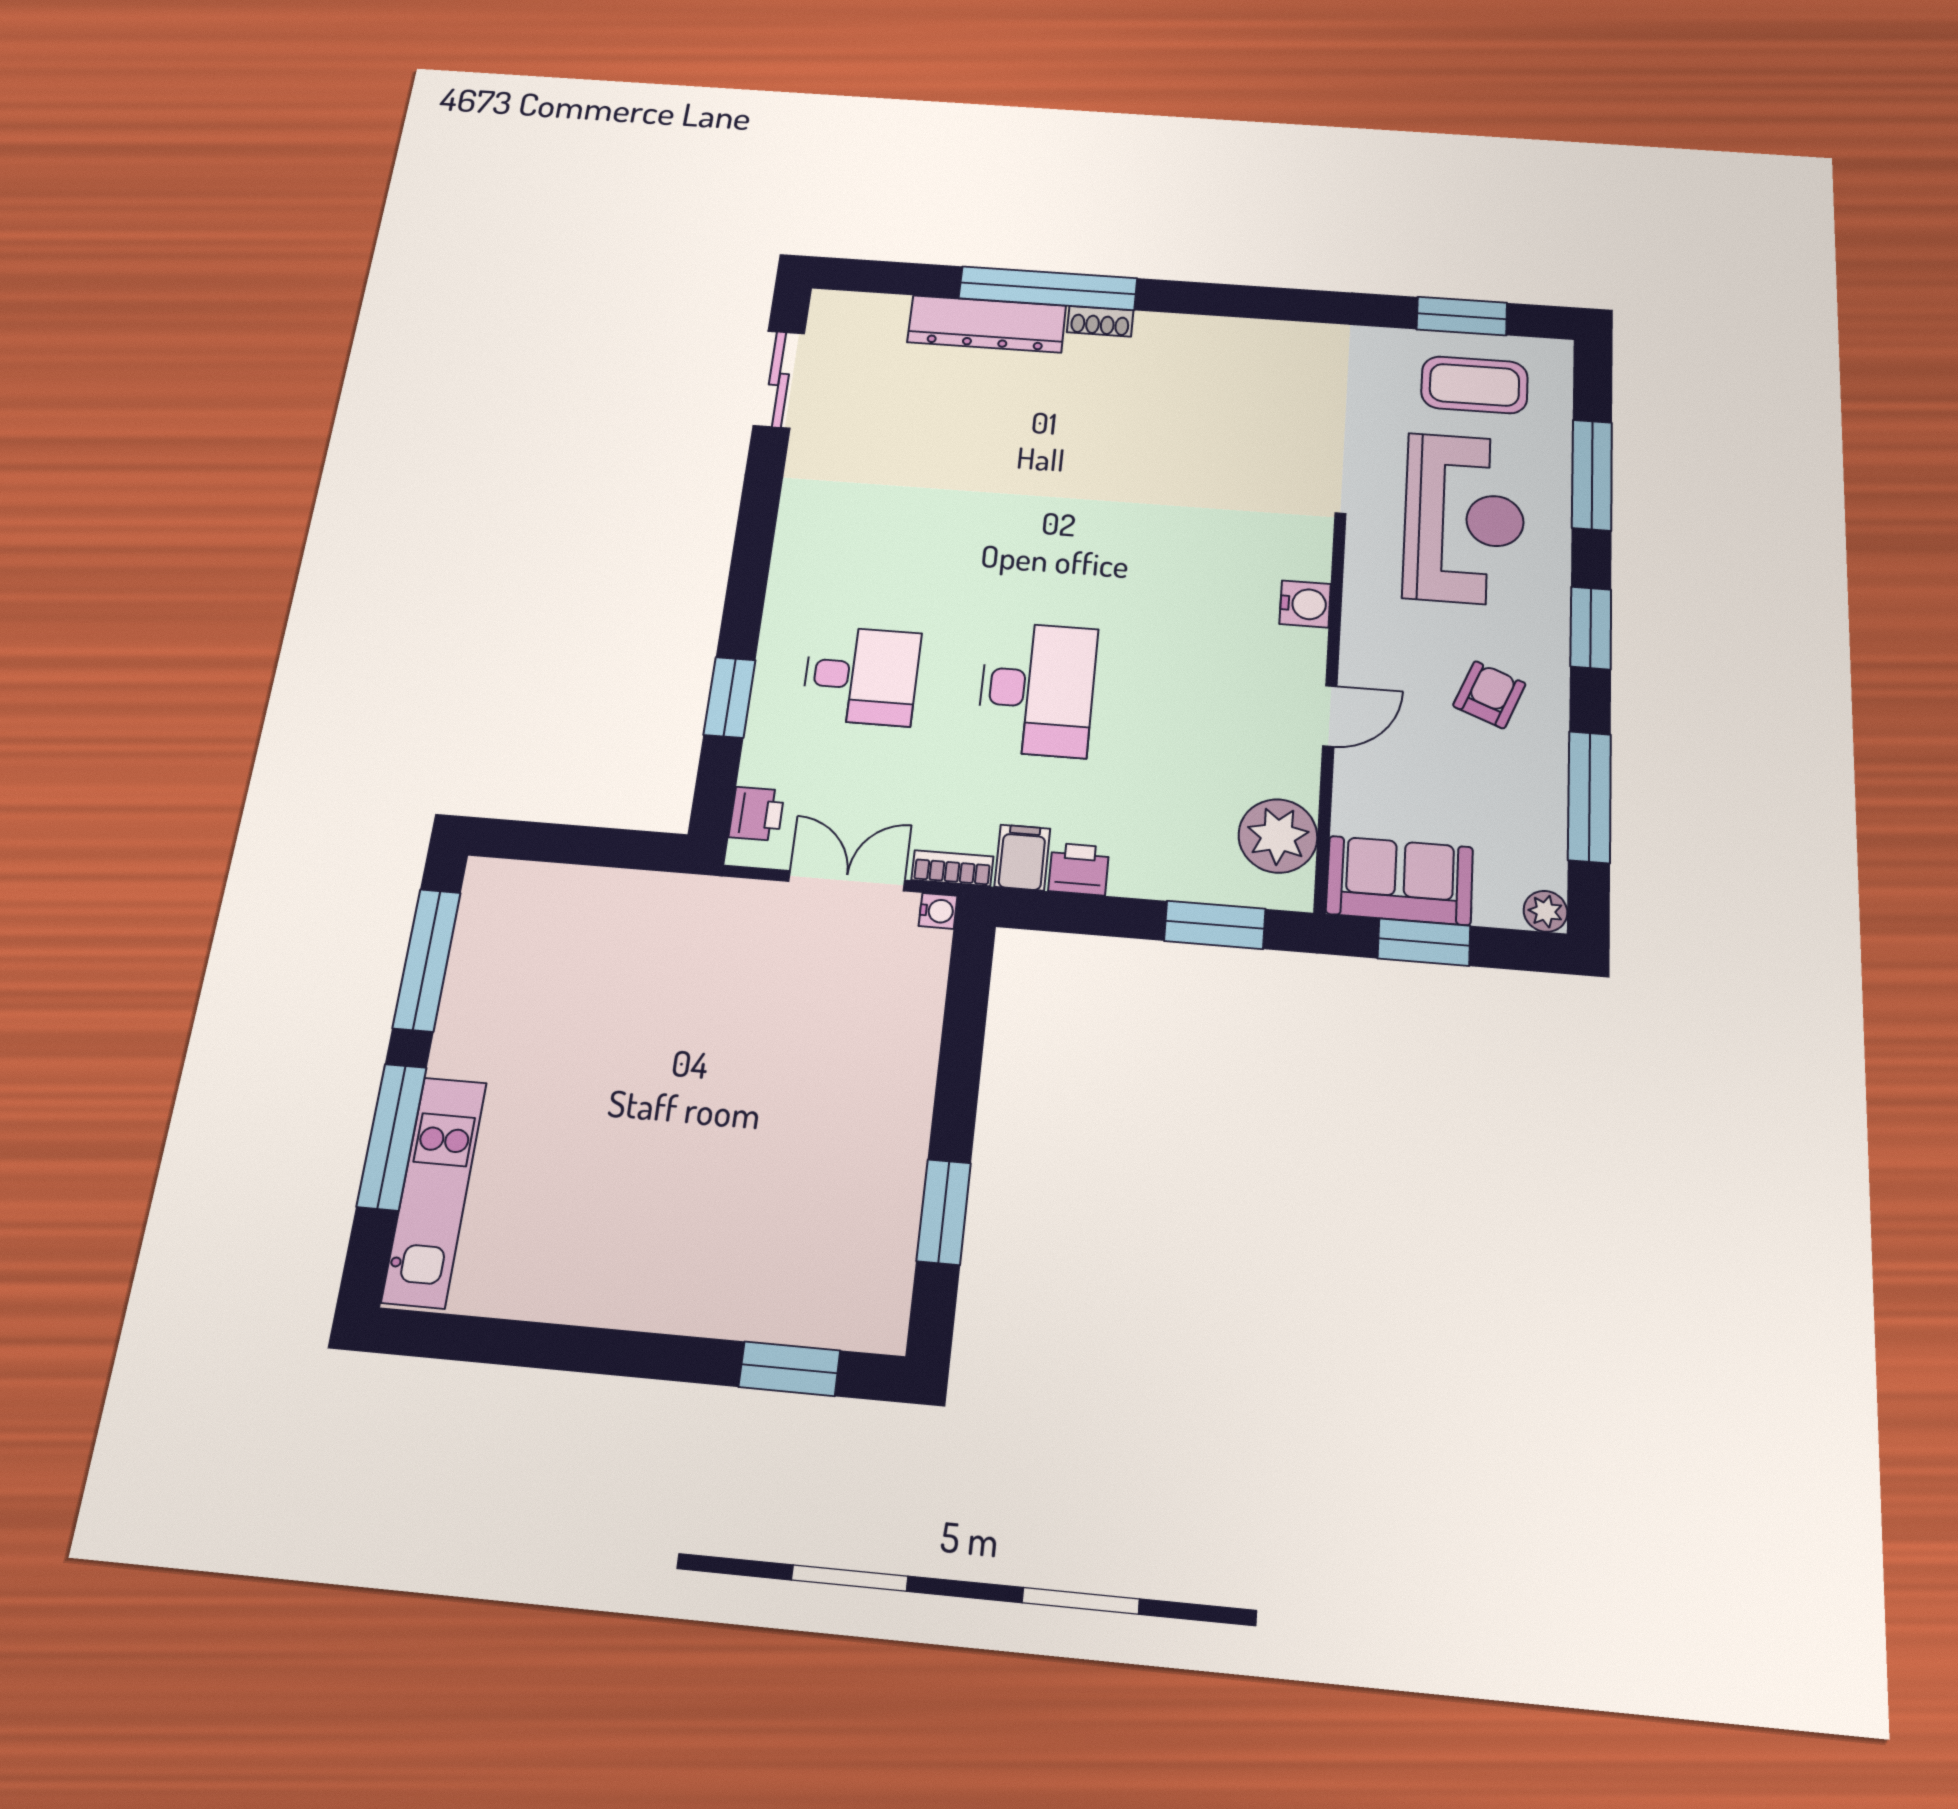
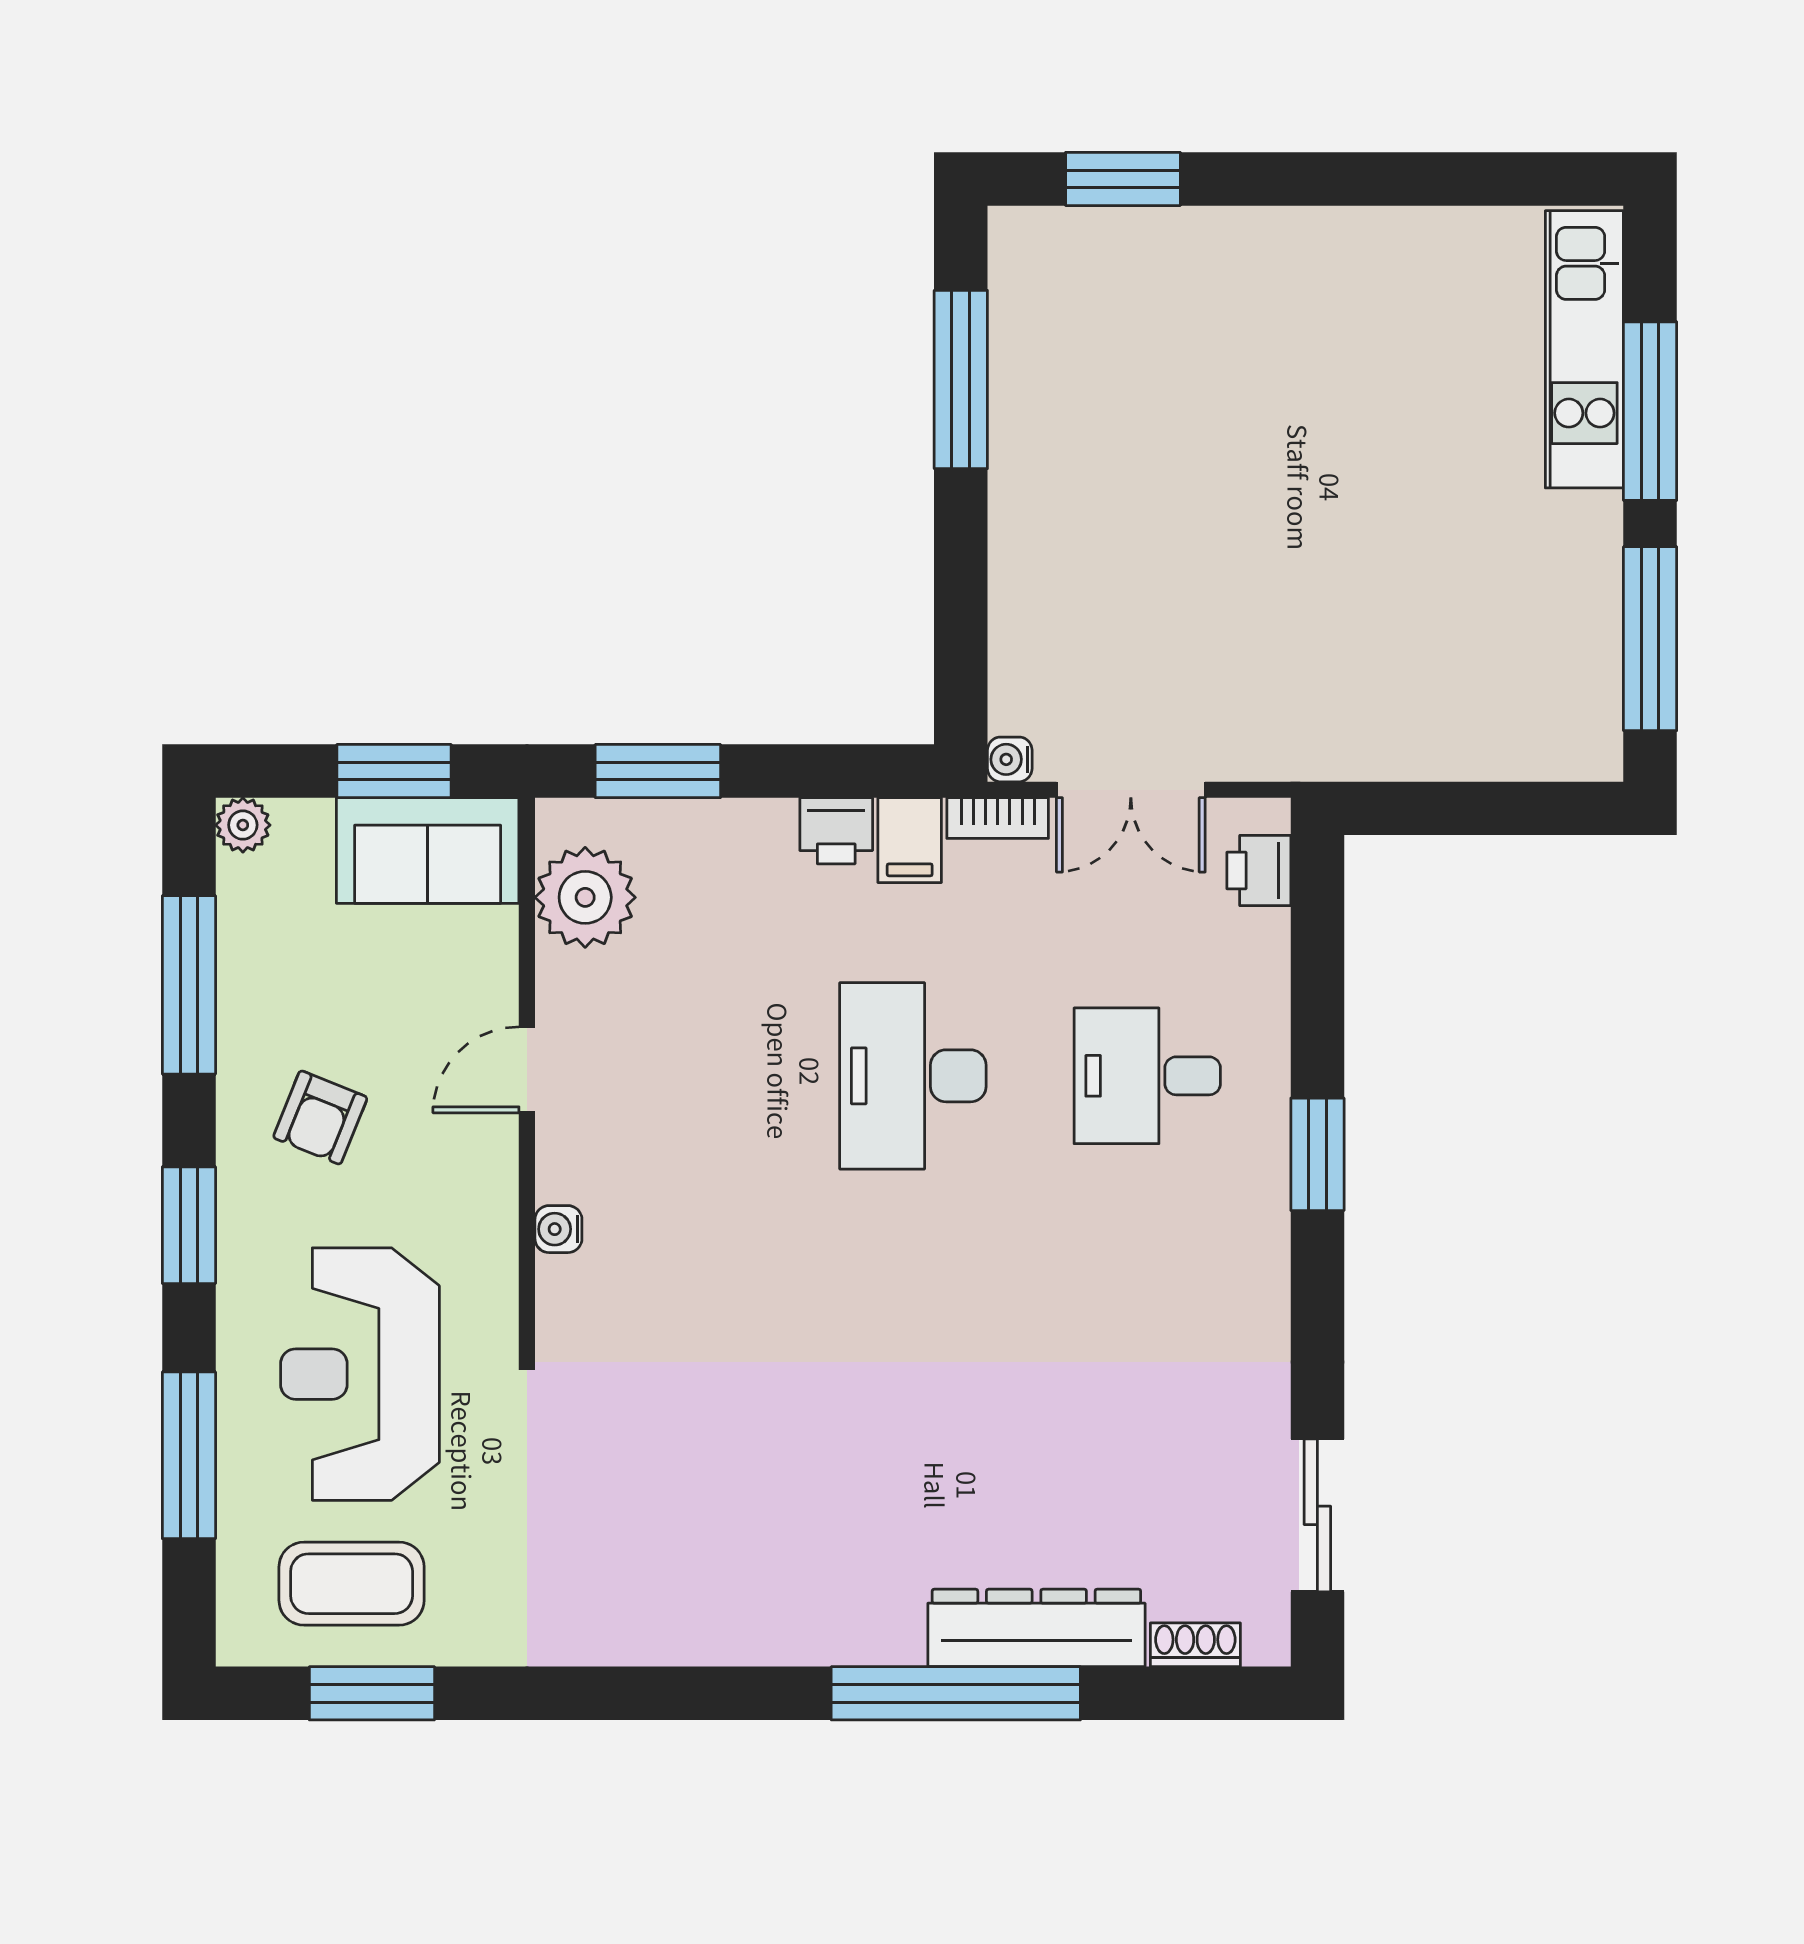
shoe rack: (1100, 321) -> (1195, 1645), moved
water cooler: (1305, 604) -> (558, 1229), width x0.72, depth x0.72
window: (730, 697) -> (1317, 1154), moved
window: (944, 1212) -> (961, 380), width x1.44

